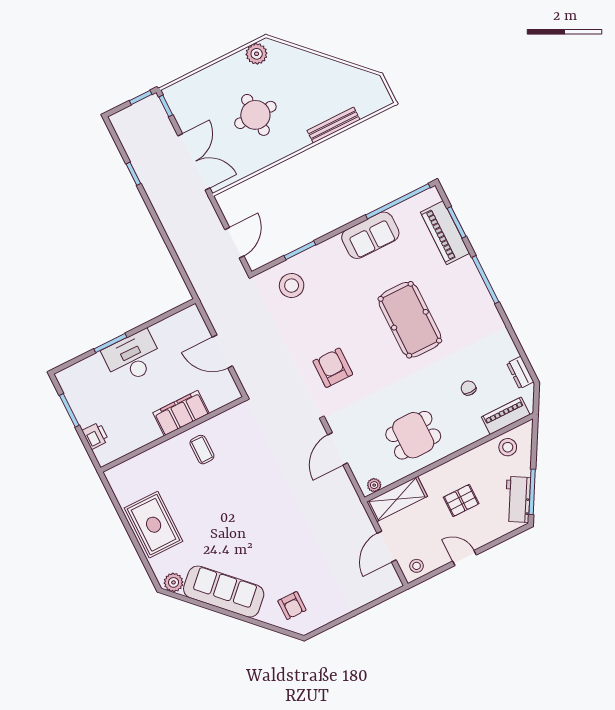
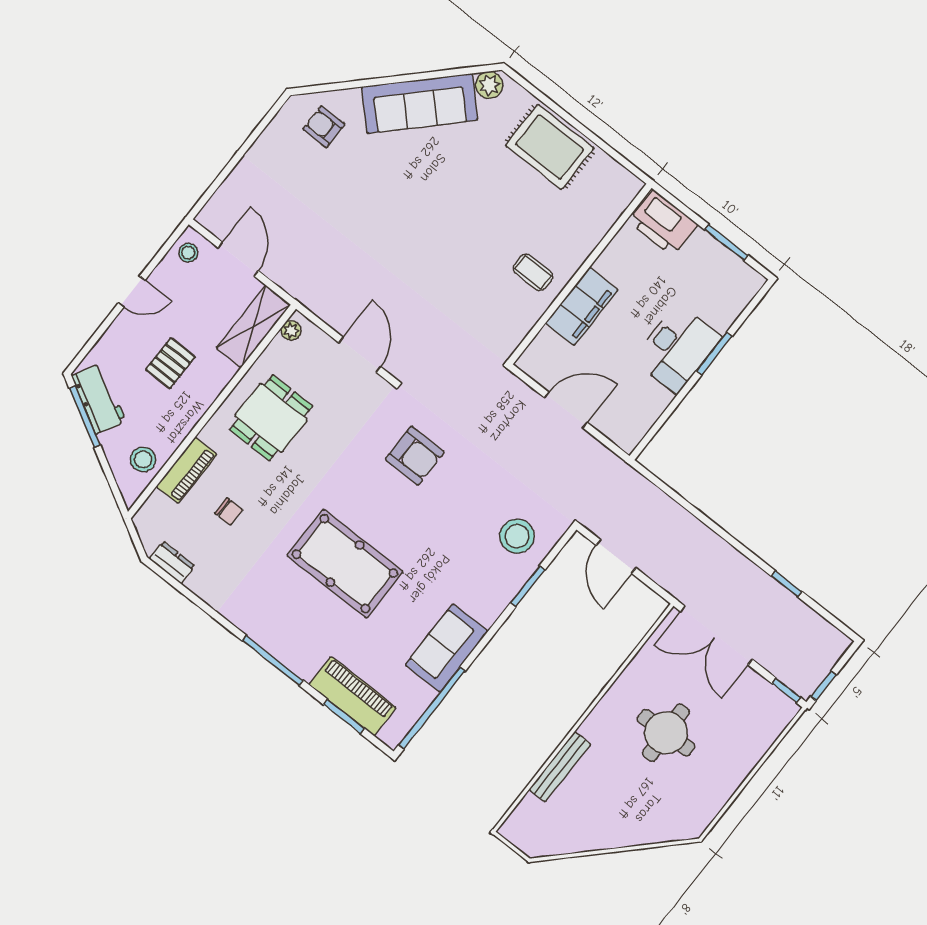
plant: (257, 54) -> (701, 812), removed
piano: (506, 416) -> (187, 470), moved
printer: (95, 436) -> (663, 223), width x1.87, depth x1.48

